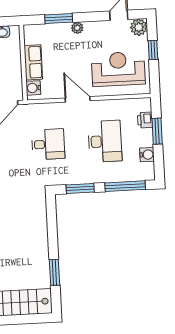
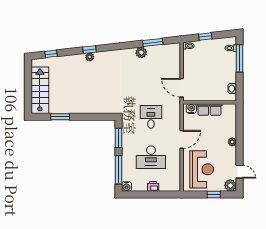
window: (59, 18) -> (240, 129), removed
printer: (145, 120) -> (153, 186), moved
window: (157, 131) -> (156, 195), removed
desk: (48, 144) -> (151, 117), turned 180
water cooler: (147, 155) -> (126, 186), moved

